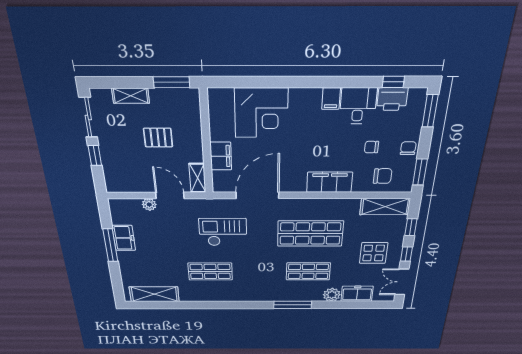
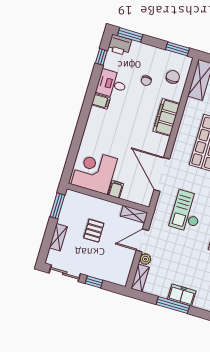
printer: (392, 99) -> (120, 45), moved, turned 90
corner desk: (261, 113) -> (94, 171), moved, turned -90
chair: (408, 148) -> (155, 55), removed
filing cabinet: (221, 156) -> (116, 189), width x0.50
shelving: (125, 205) -> (140, 278), added
freezer: (124, 238) -> (182, 295), moved

